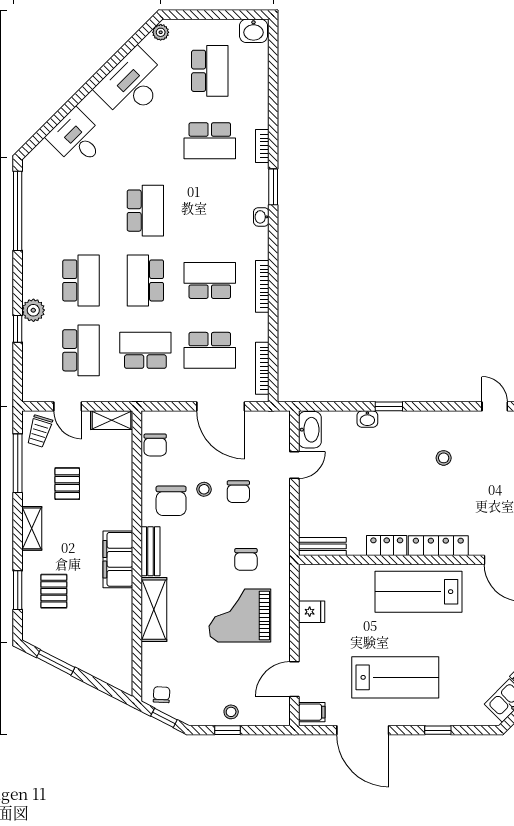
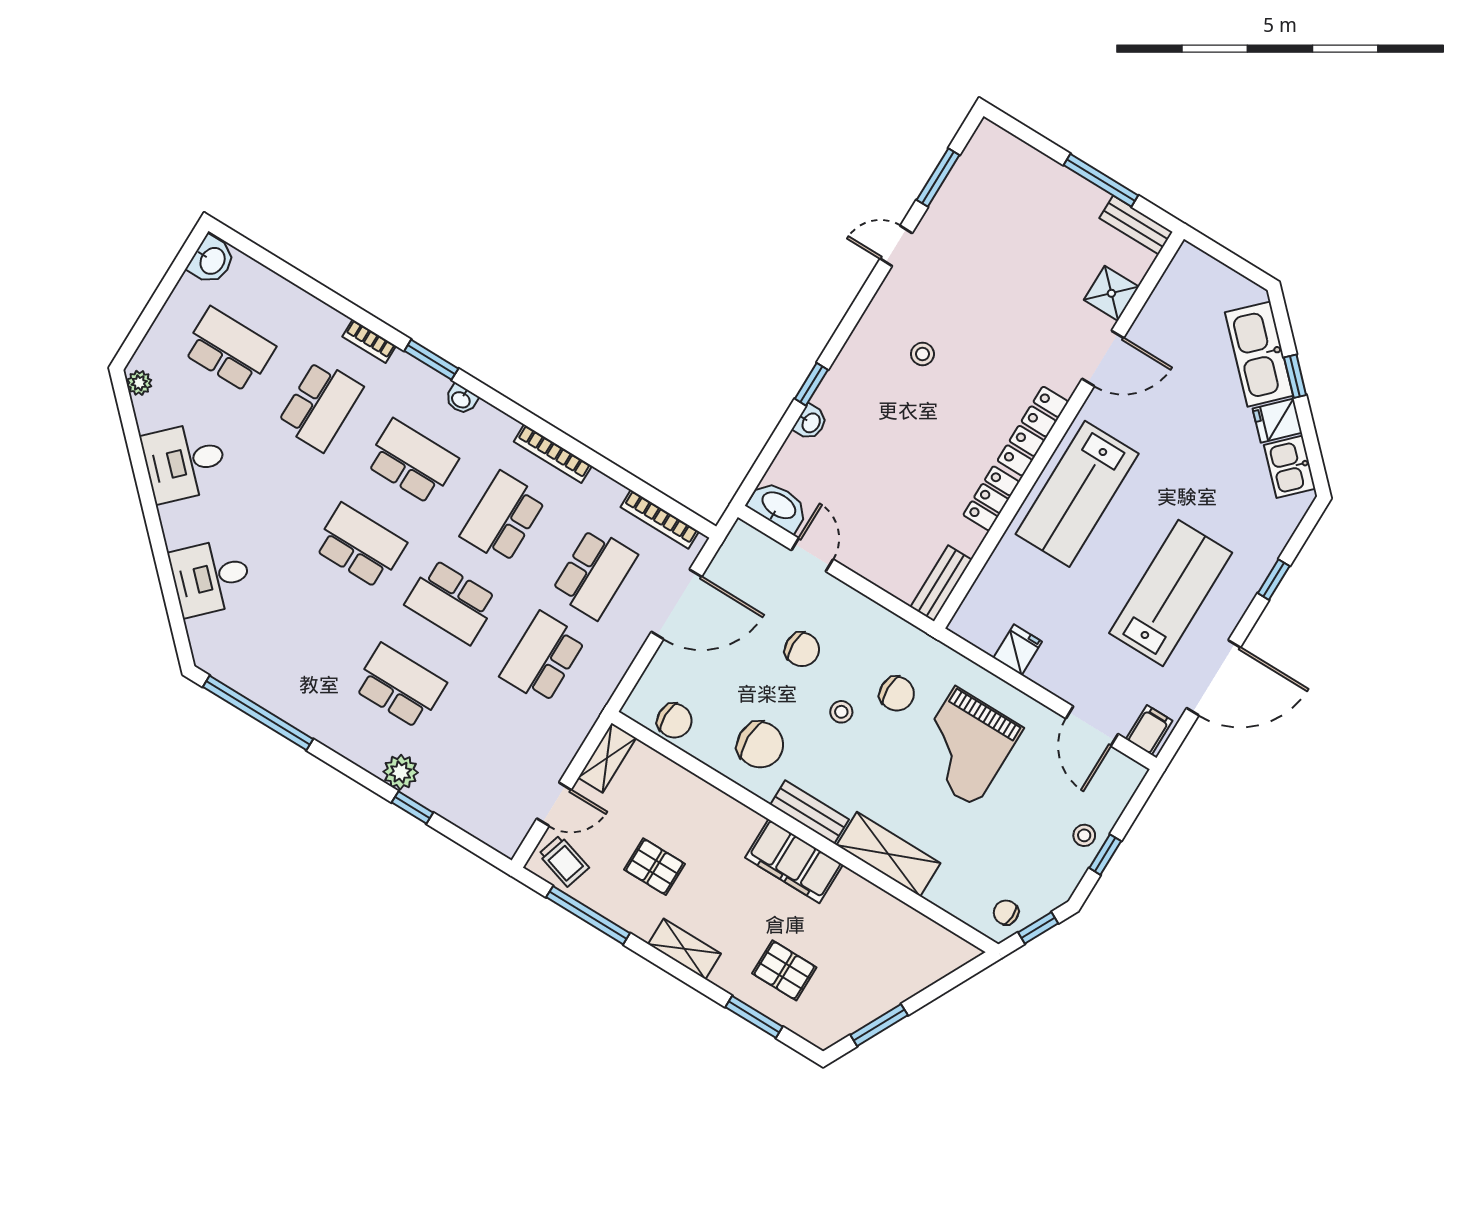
desk: (132, 85) -> (185, 462), width x0.73
school desk: (81, 350) -> (412, 461), moved
stool: (204, 489) -> (841, 712), moved

